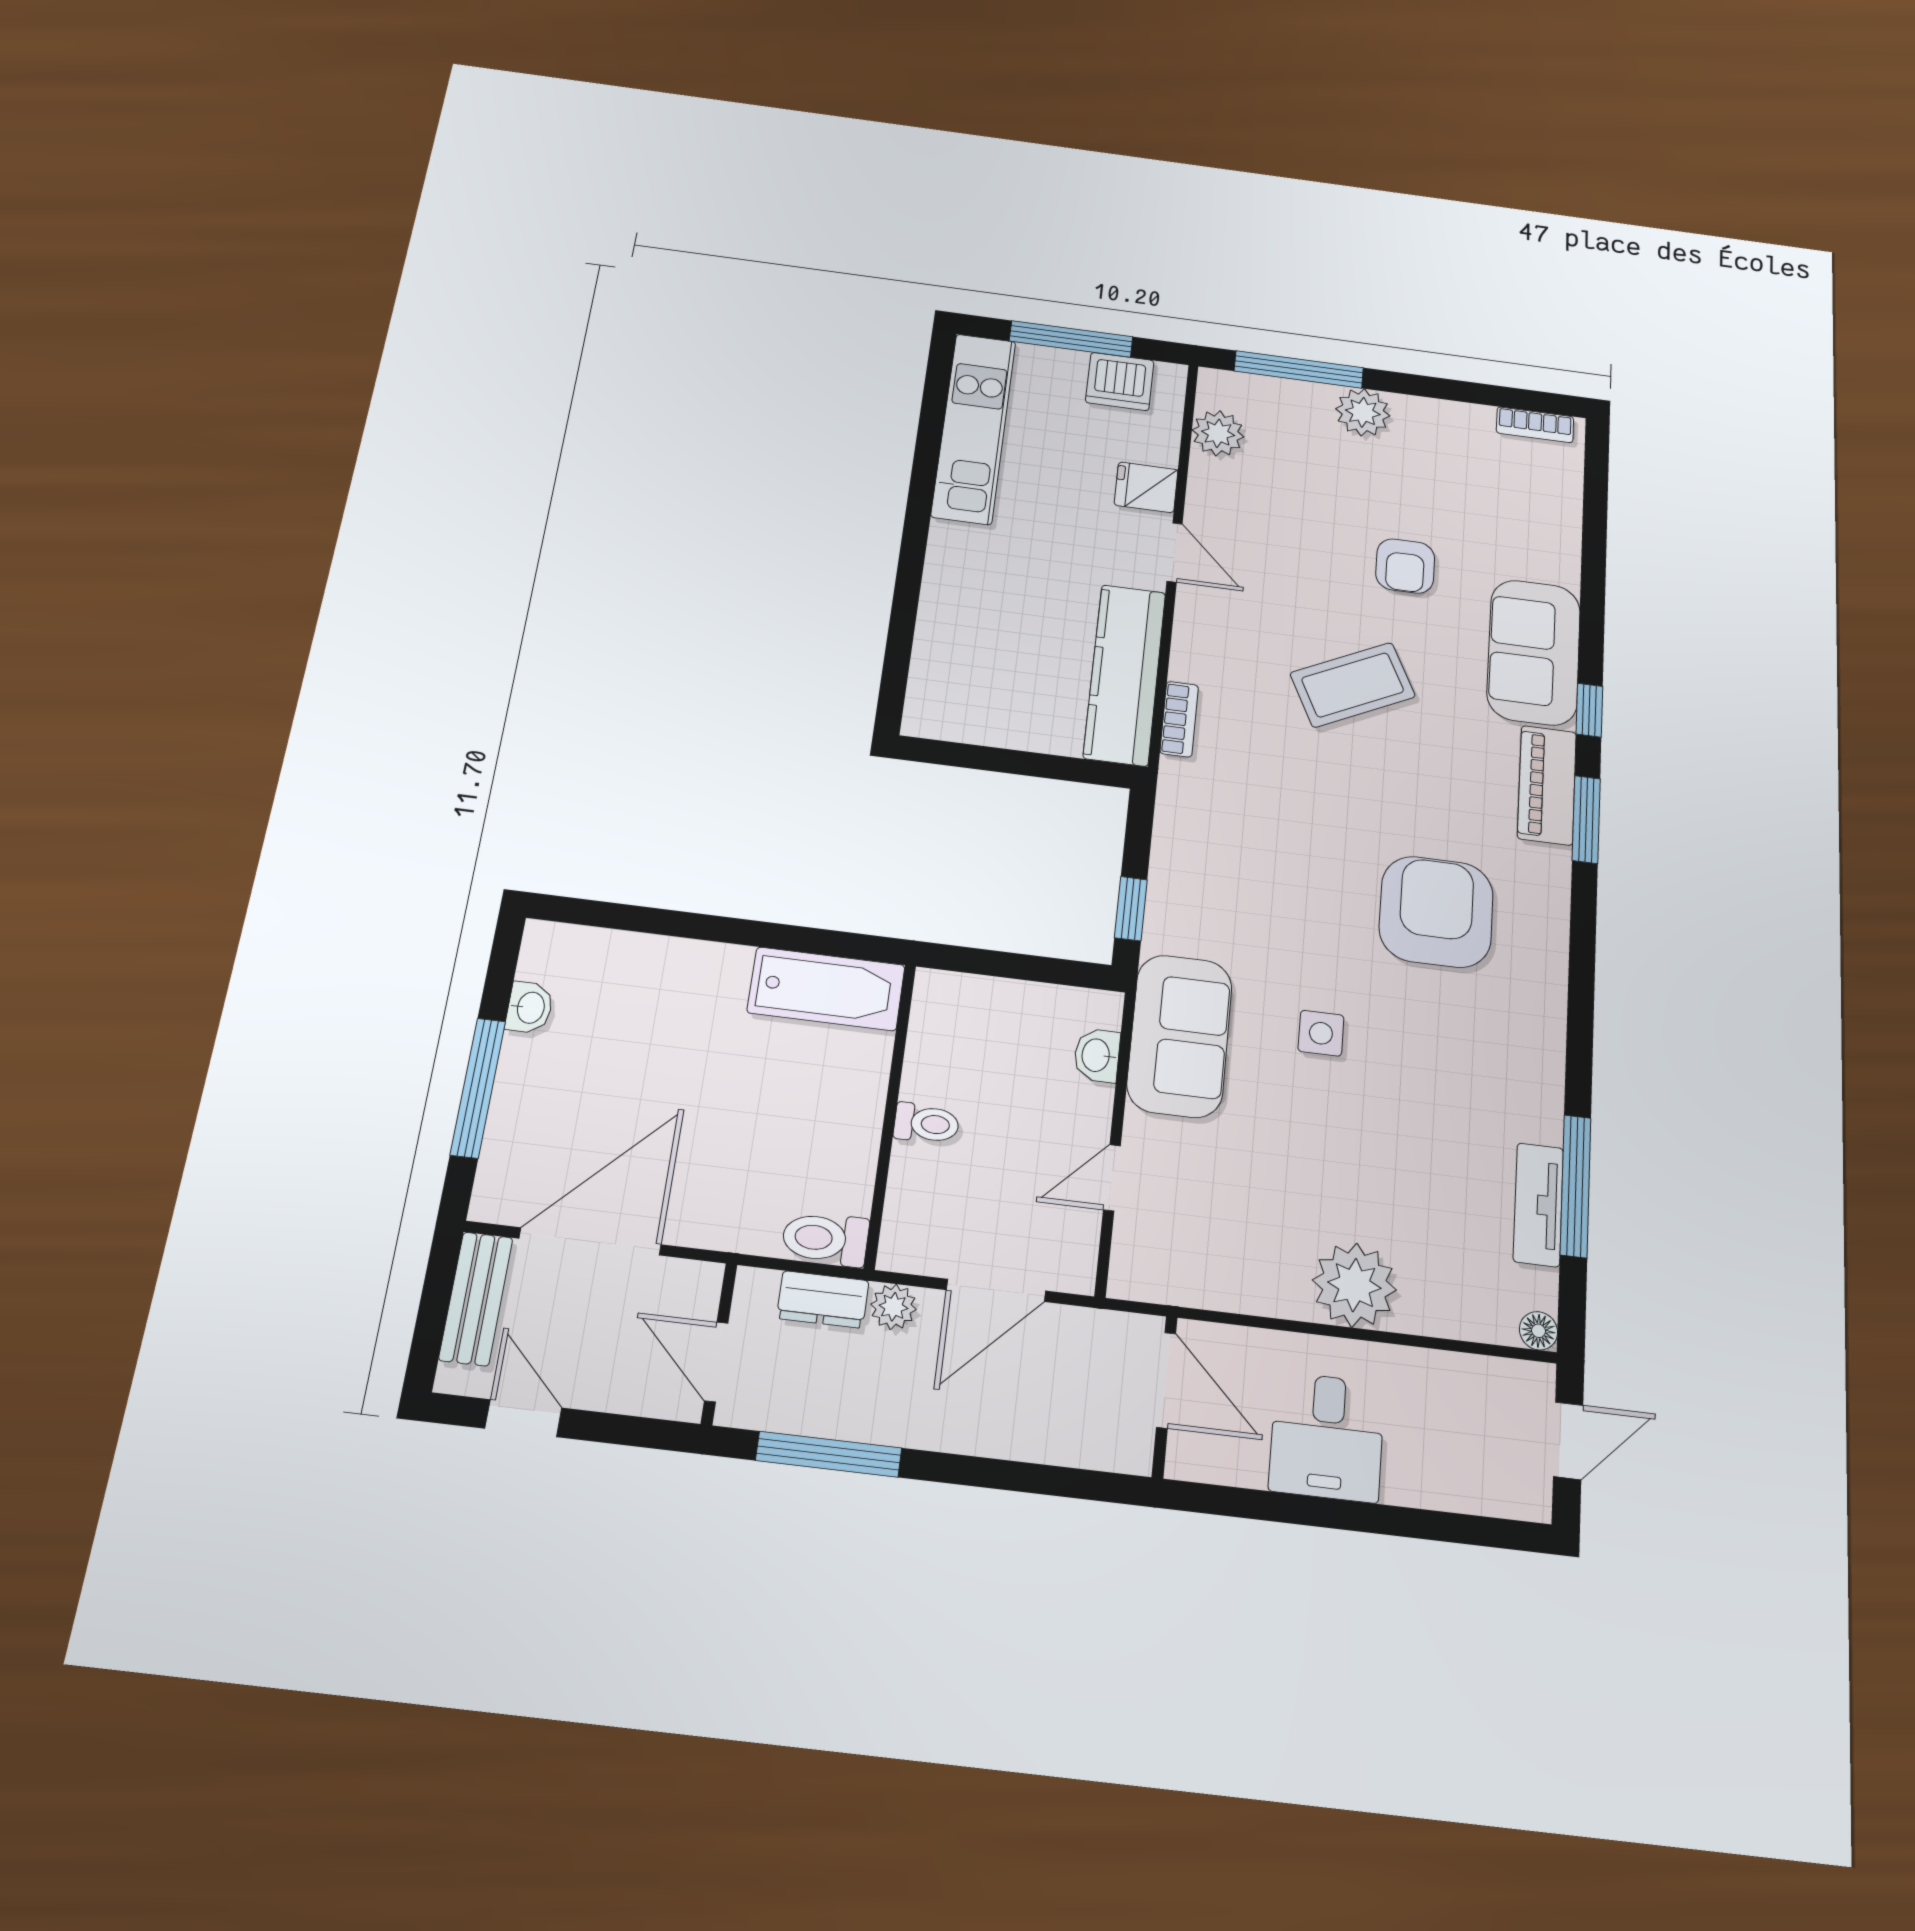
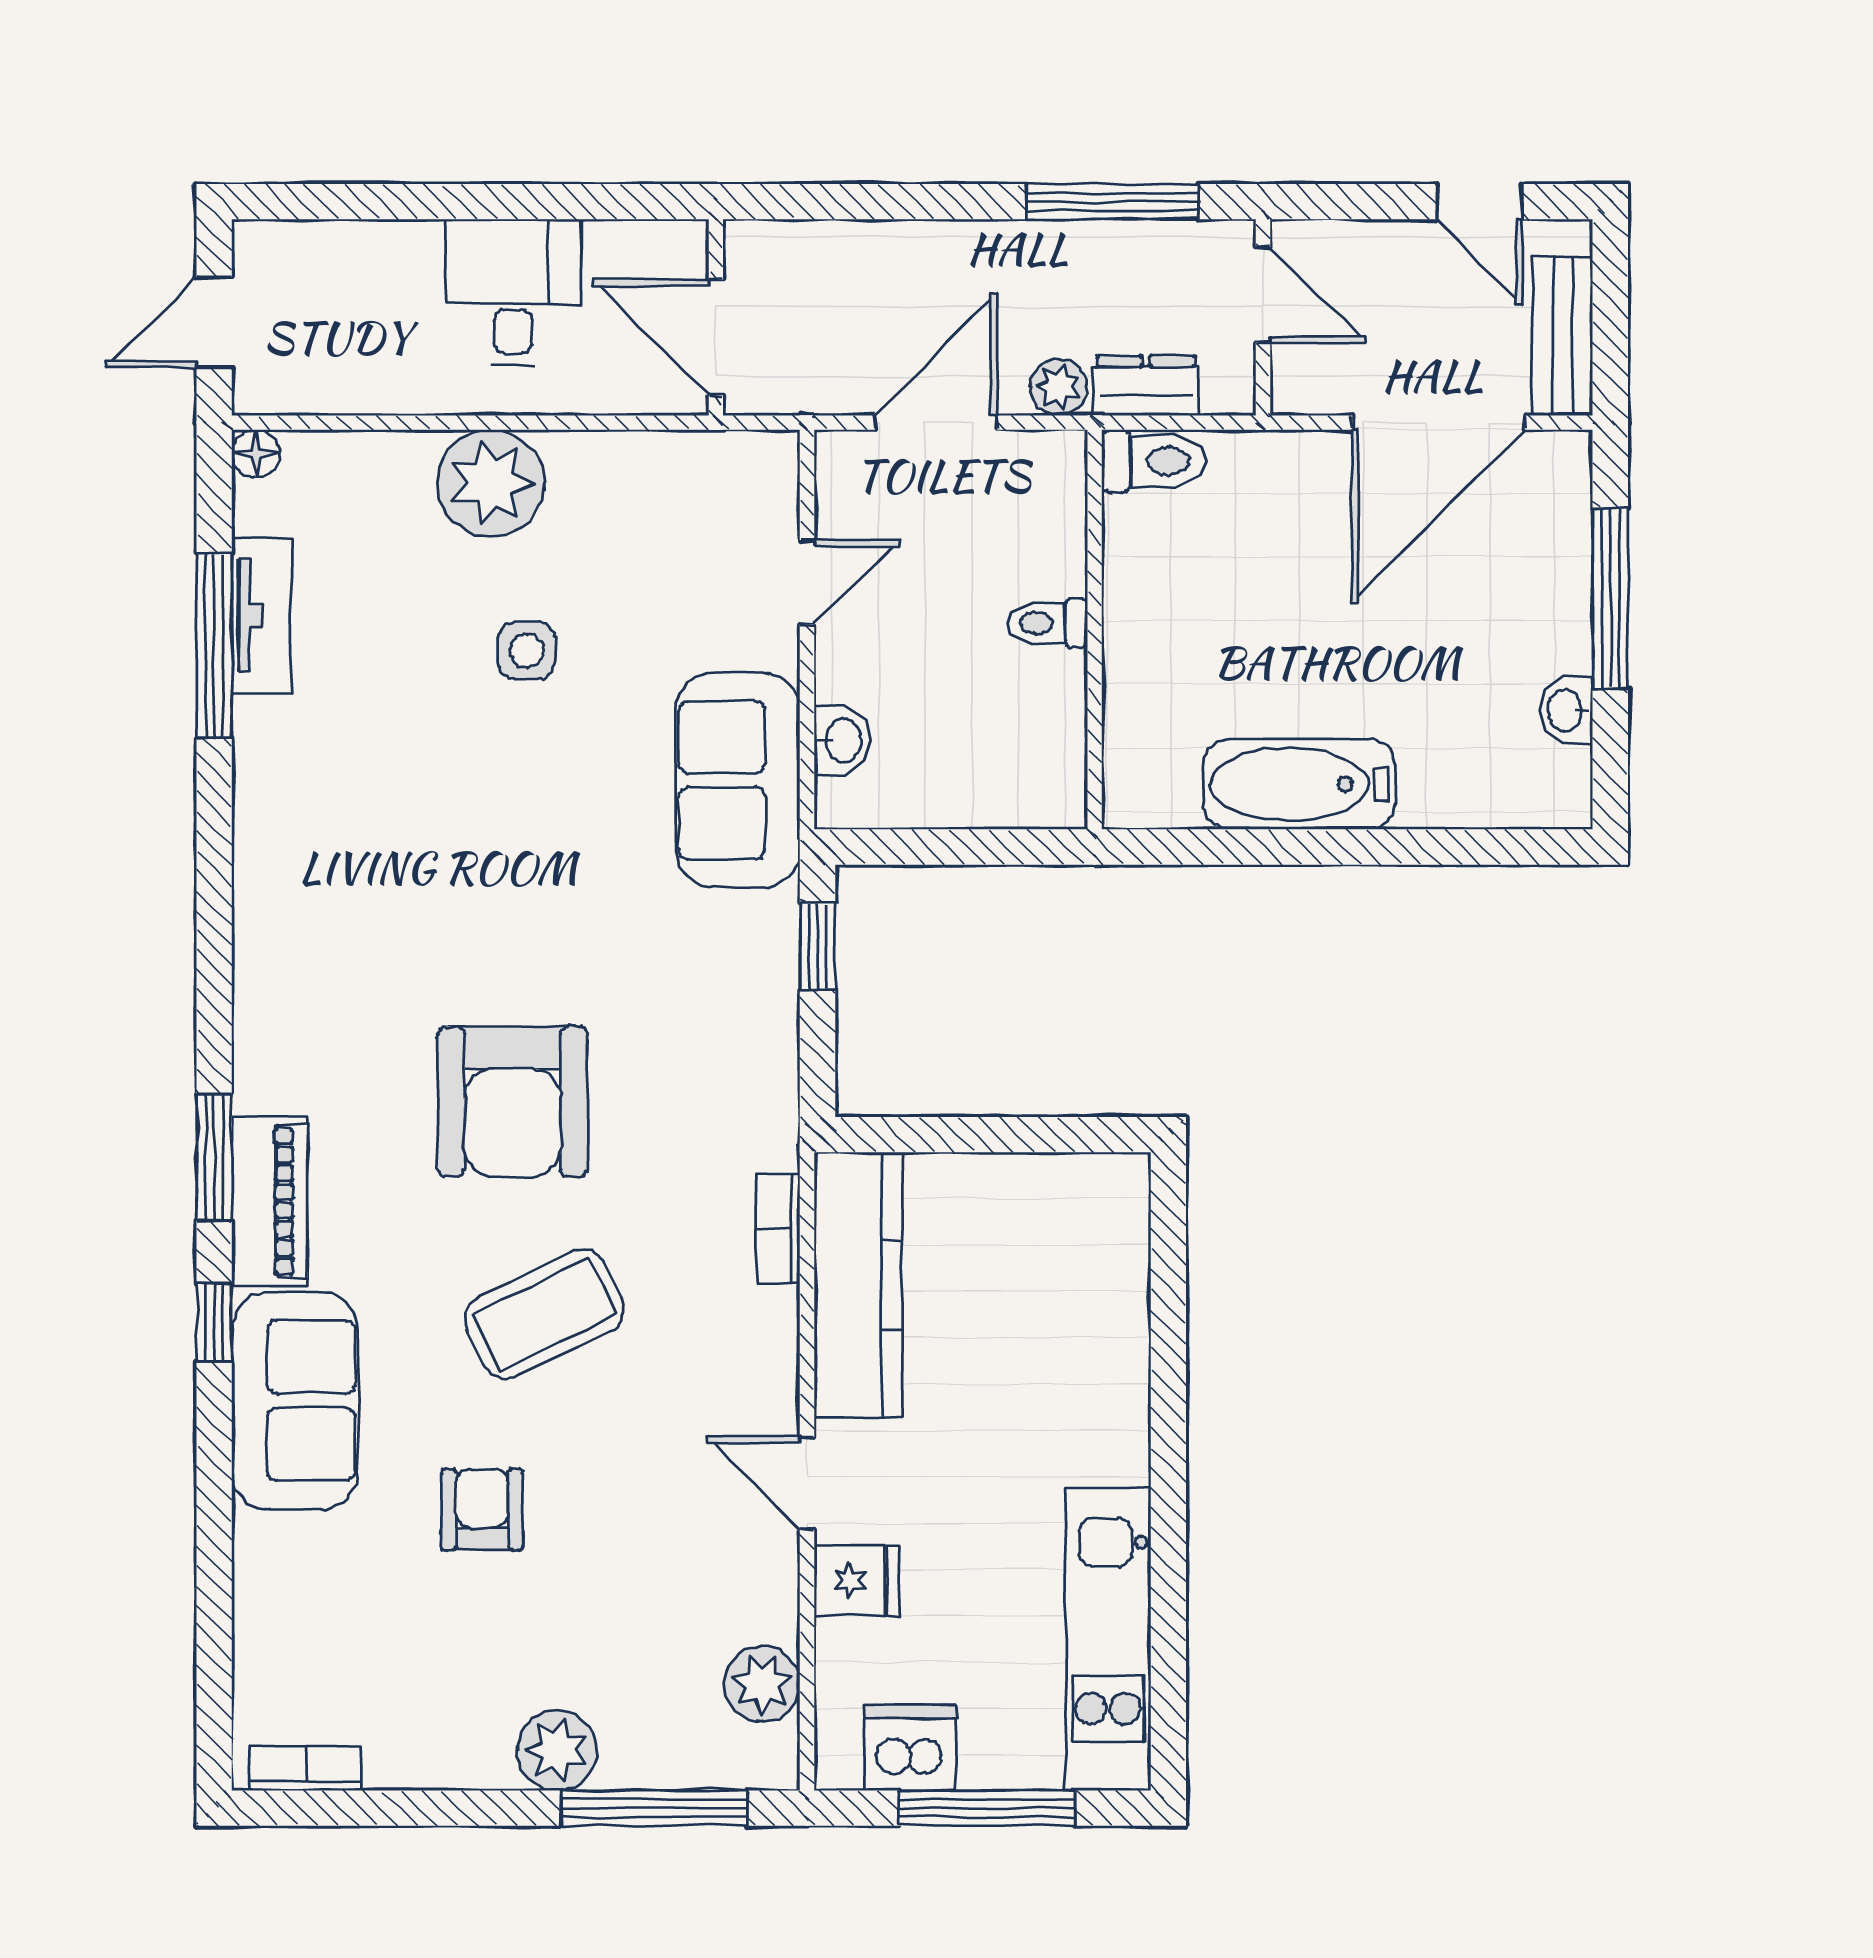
armchair: (1436, 912) -> (513, 1102), moved
bathtub: (826, 989) -> (1299, 784), moved
side table: (1321, 1033) -> (527, 650), moved

